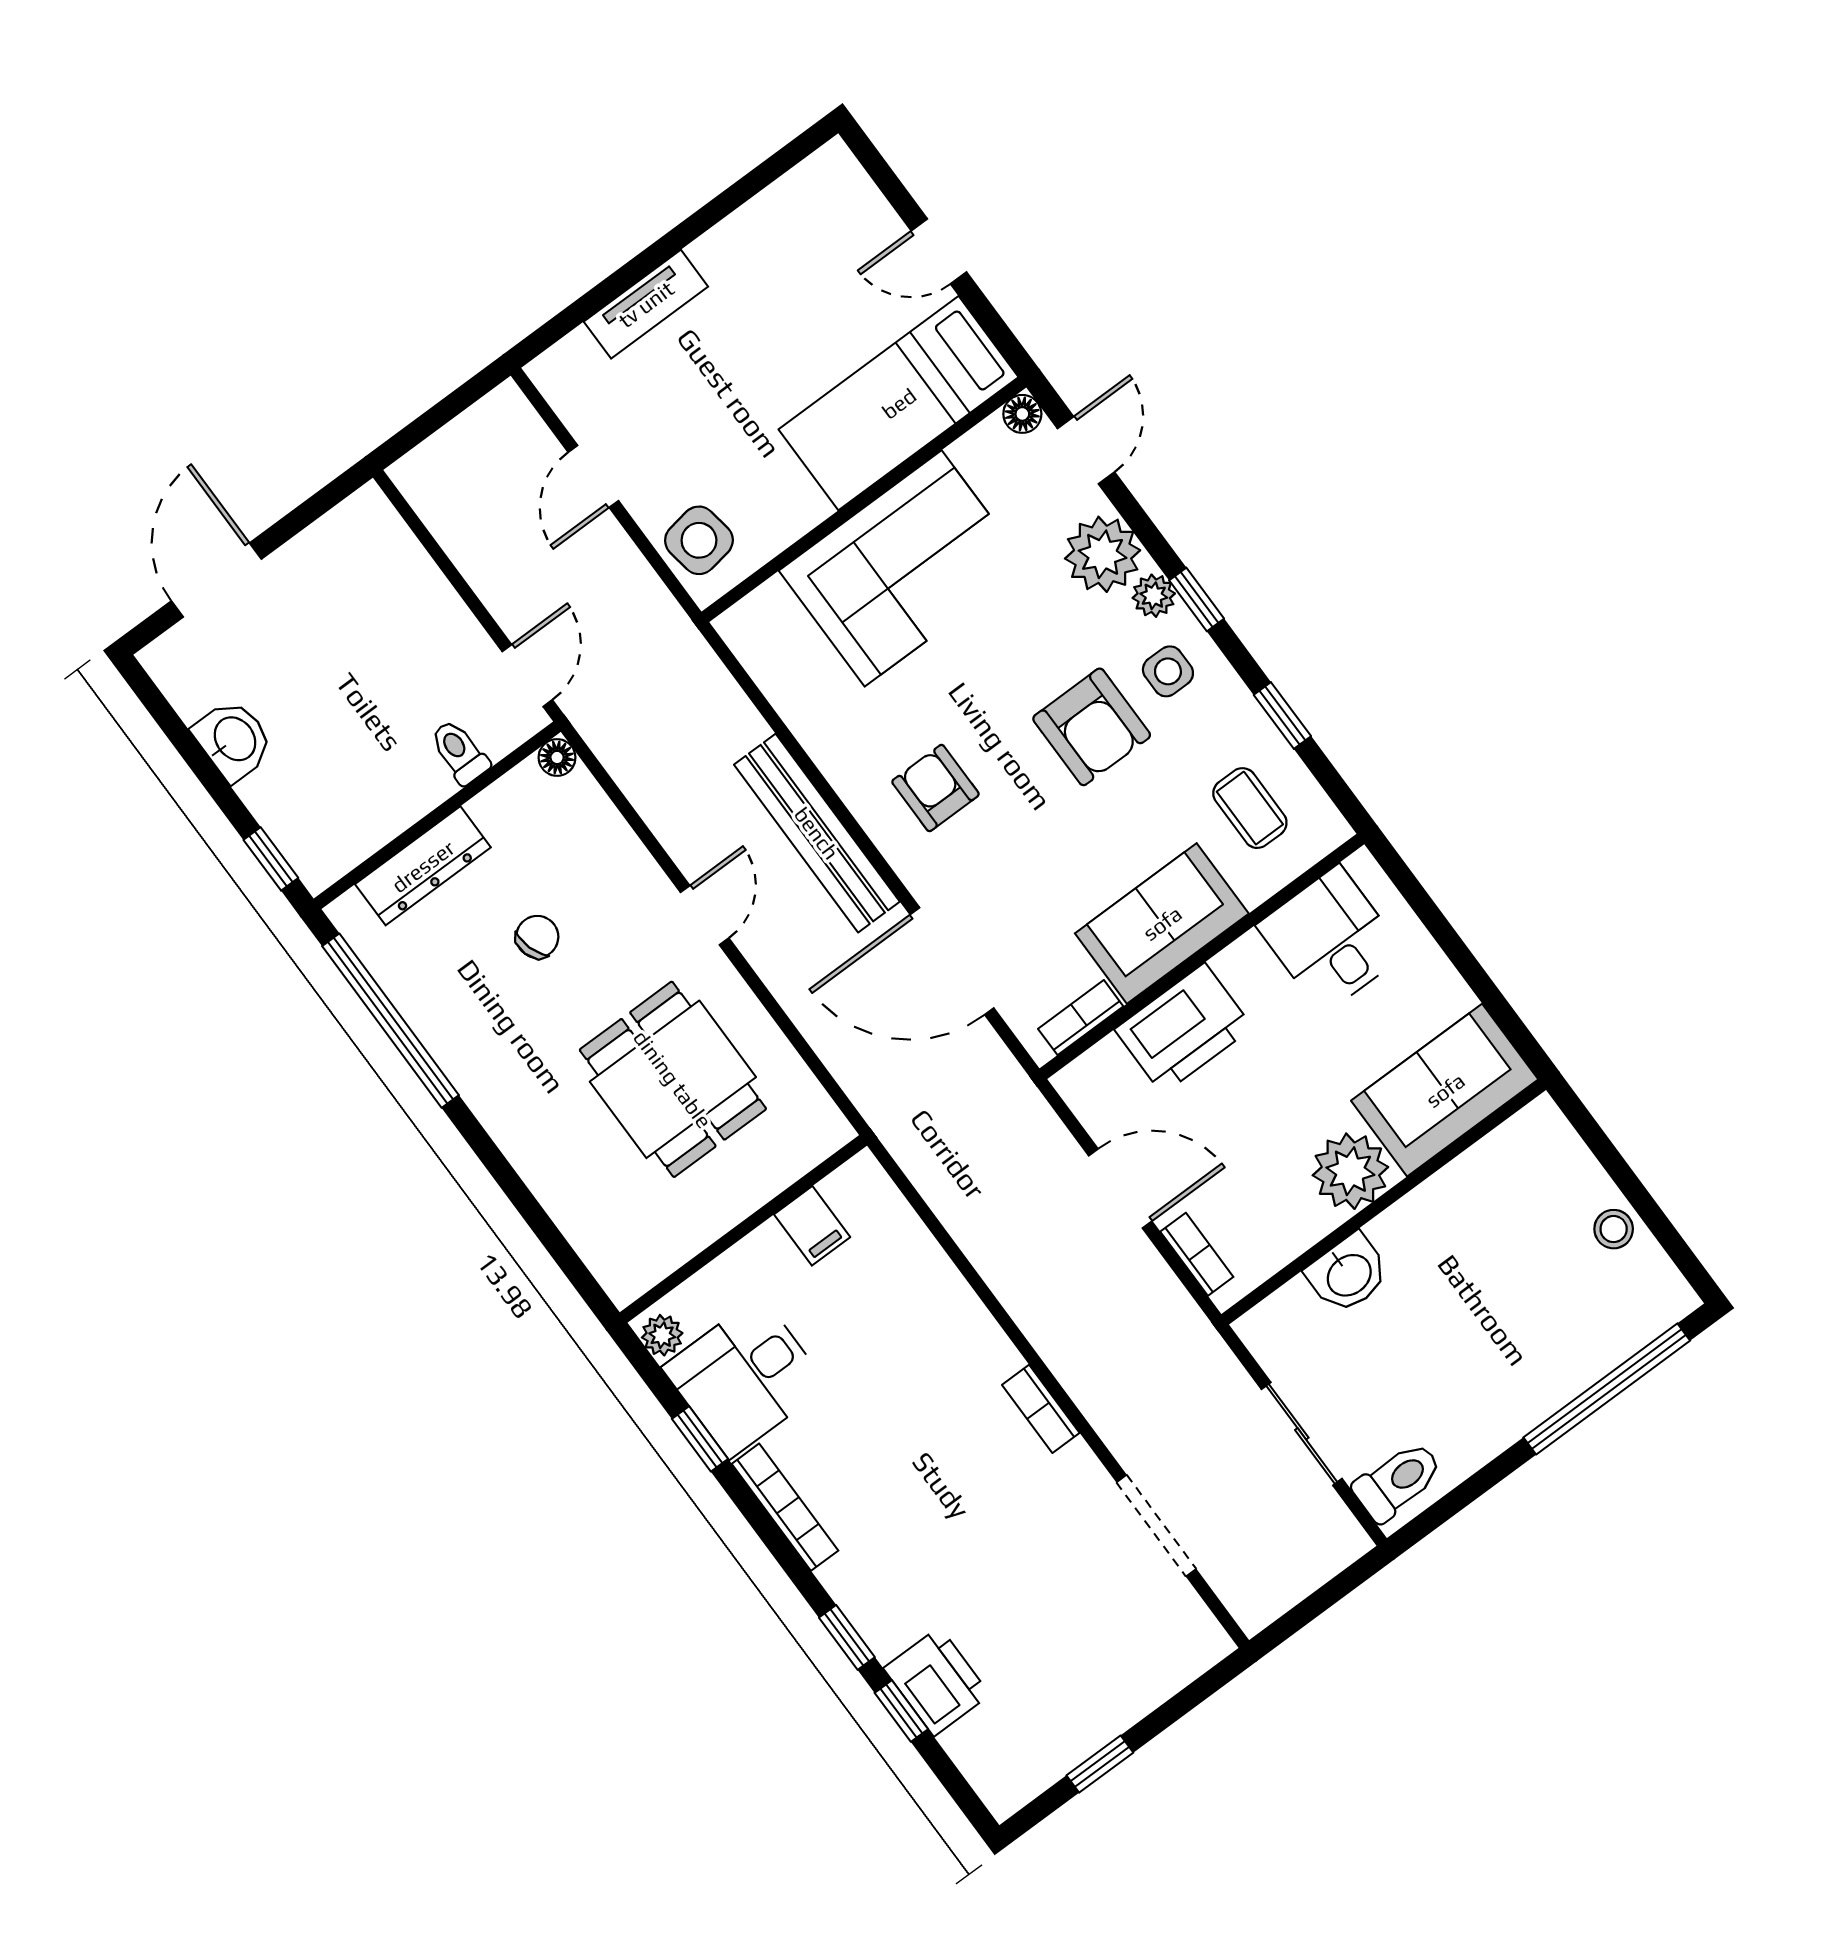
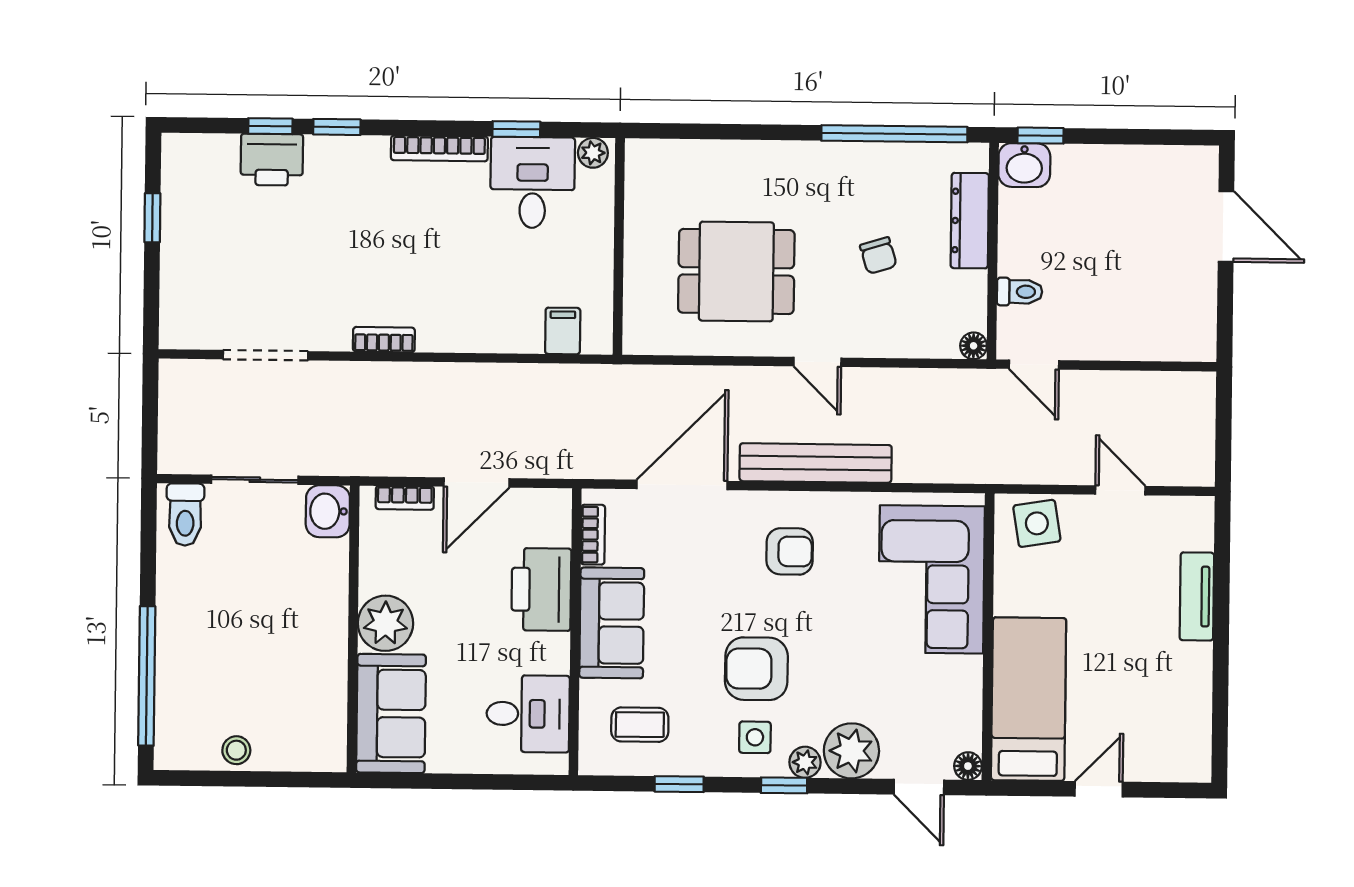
corner sofa: (903, 568) -> (932, 579), moved
washbasin: (234, 740) -> (1024, 165), moved
filing cabinet: (812, 1226) -> (563, 331), moved, turned 90
washbasin: (1348, 1274) -> (328, 511), moved

